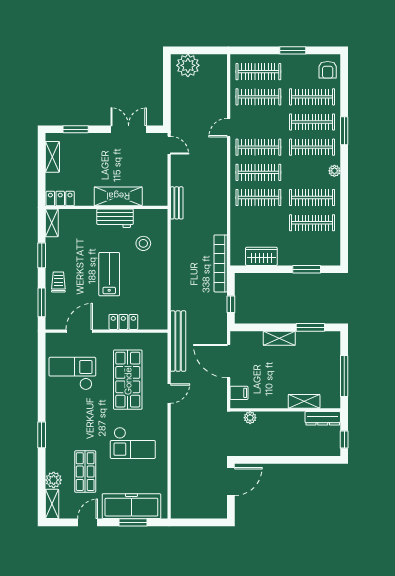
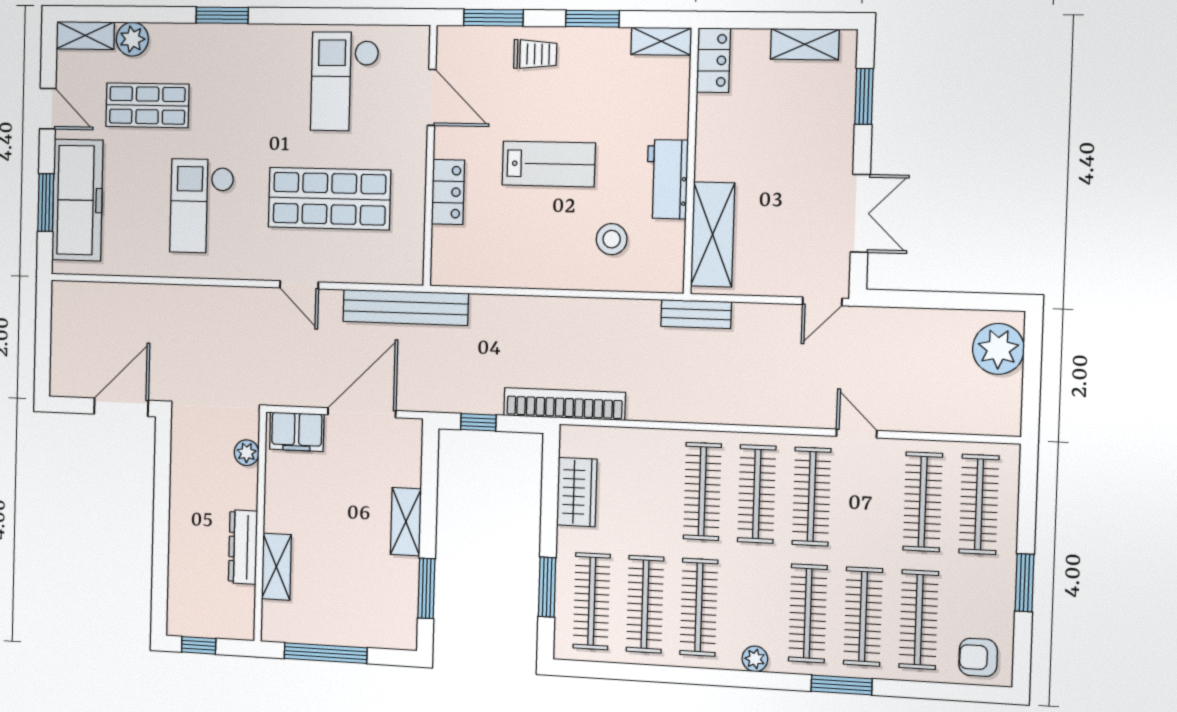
shelving: (118, 196) -> (713, 234), moved
clothes rail: (312, 248) -> (592, 601), added
checkout: (72, 374) -> (345, 82), turned 180
filing cabinet: (239, 393) -> (297, 432), width x2.00
dresser: (323, 418) -> (243, 547), moved
door: (231, 482) -> (121, 407), swing flipped

